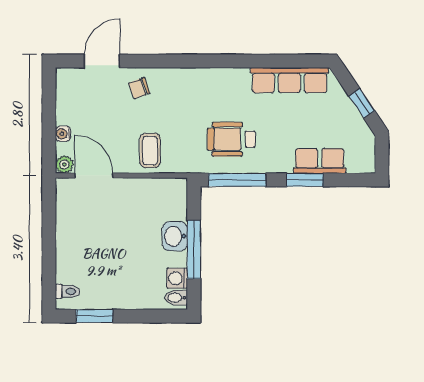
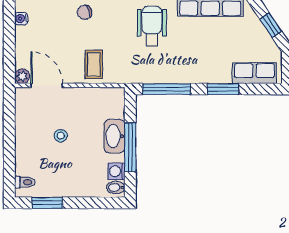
water cooler: (63, 134) -> (21, 19), moved
wheelchair: (231, 139) -> (152, 26), moved, turned 90
row of seats: (320, 161) -> (254, 73), moved
stool: (111, 236) -> (61, 136), added
washbasin: (175, 236) -> (114, 136), width x1.38

